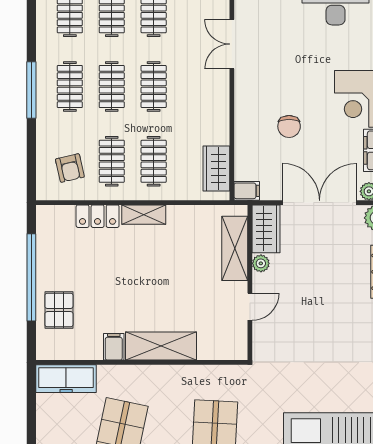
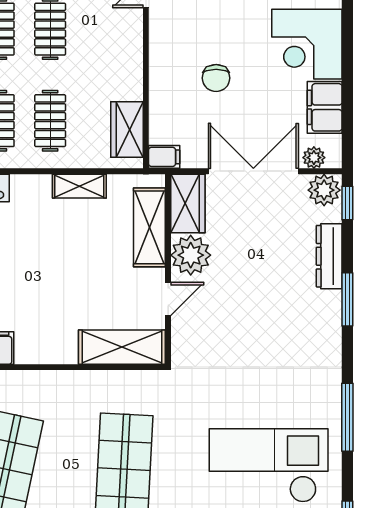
shelving: (144, 215) -> (79, 186), moved
plant: (261, 263) -> (191, 255), width x1.87, depth x1.87
shelving: (161, 346) -> (122, 347), moved

